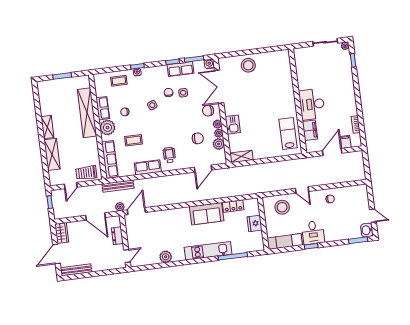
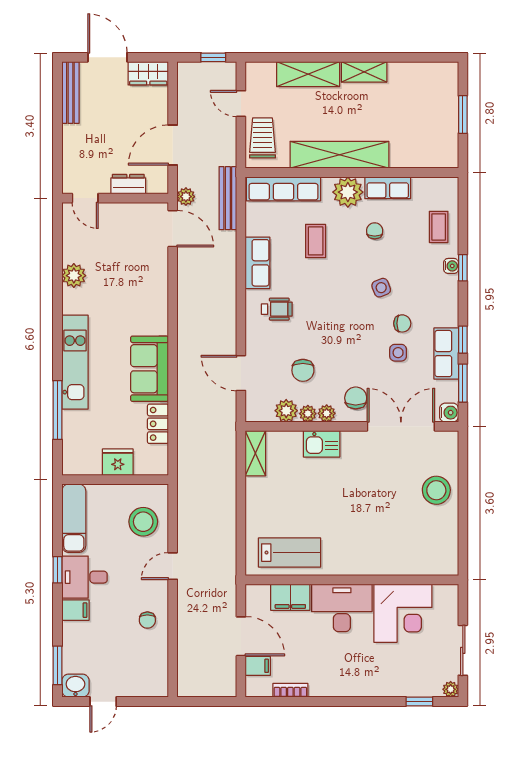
corner desk: (311, 74) -> (403, 613), added
shelving: (87, 113) -> (339, 155), moved
filing cabinet: (330, 235) -> (75, 610), added

